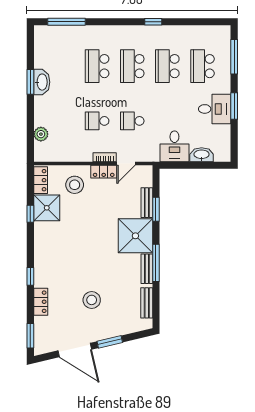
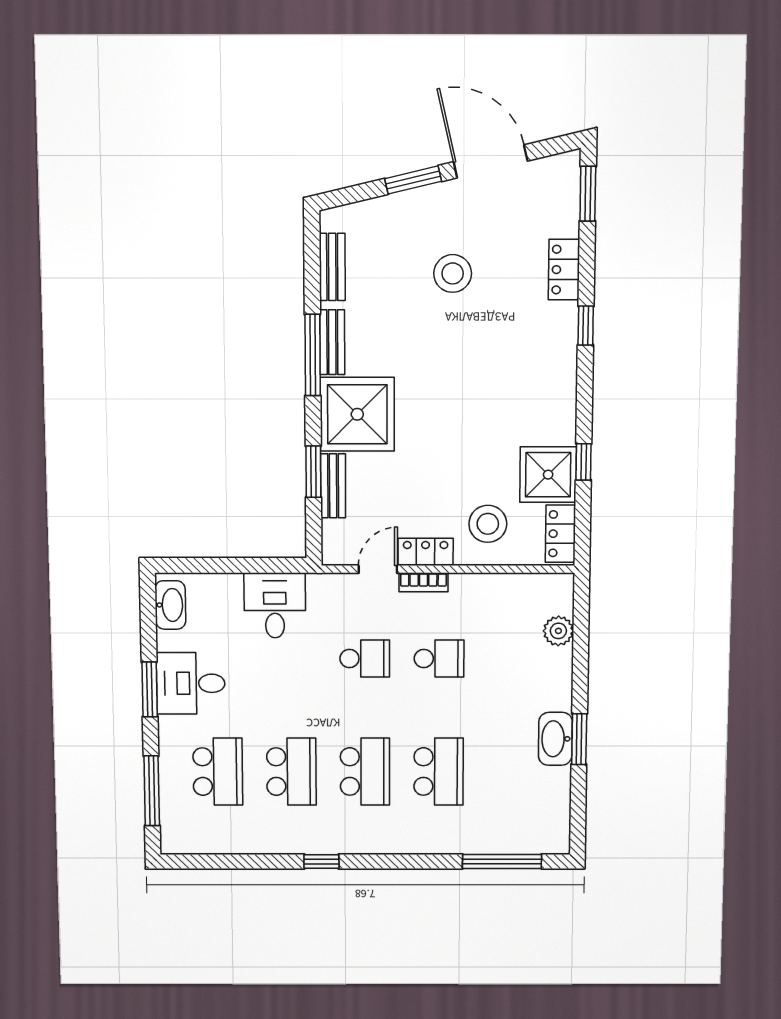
washbasin: (202, 155) -> (170, 605), moved, turned -90

